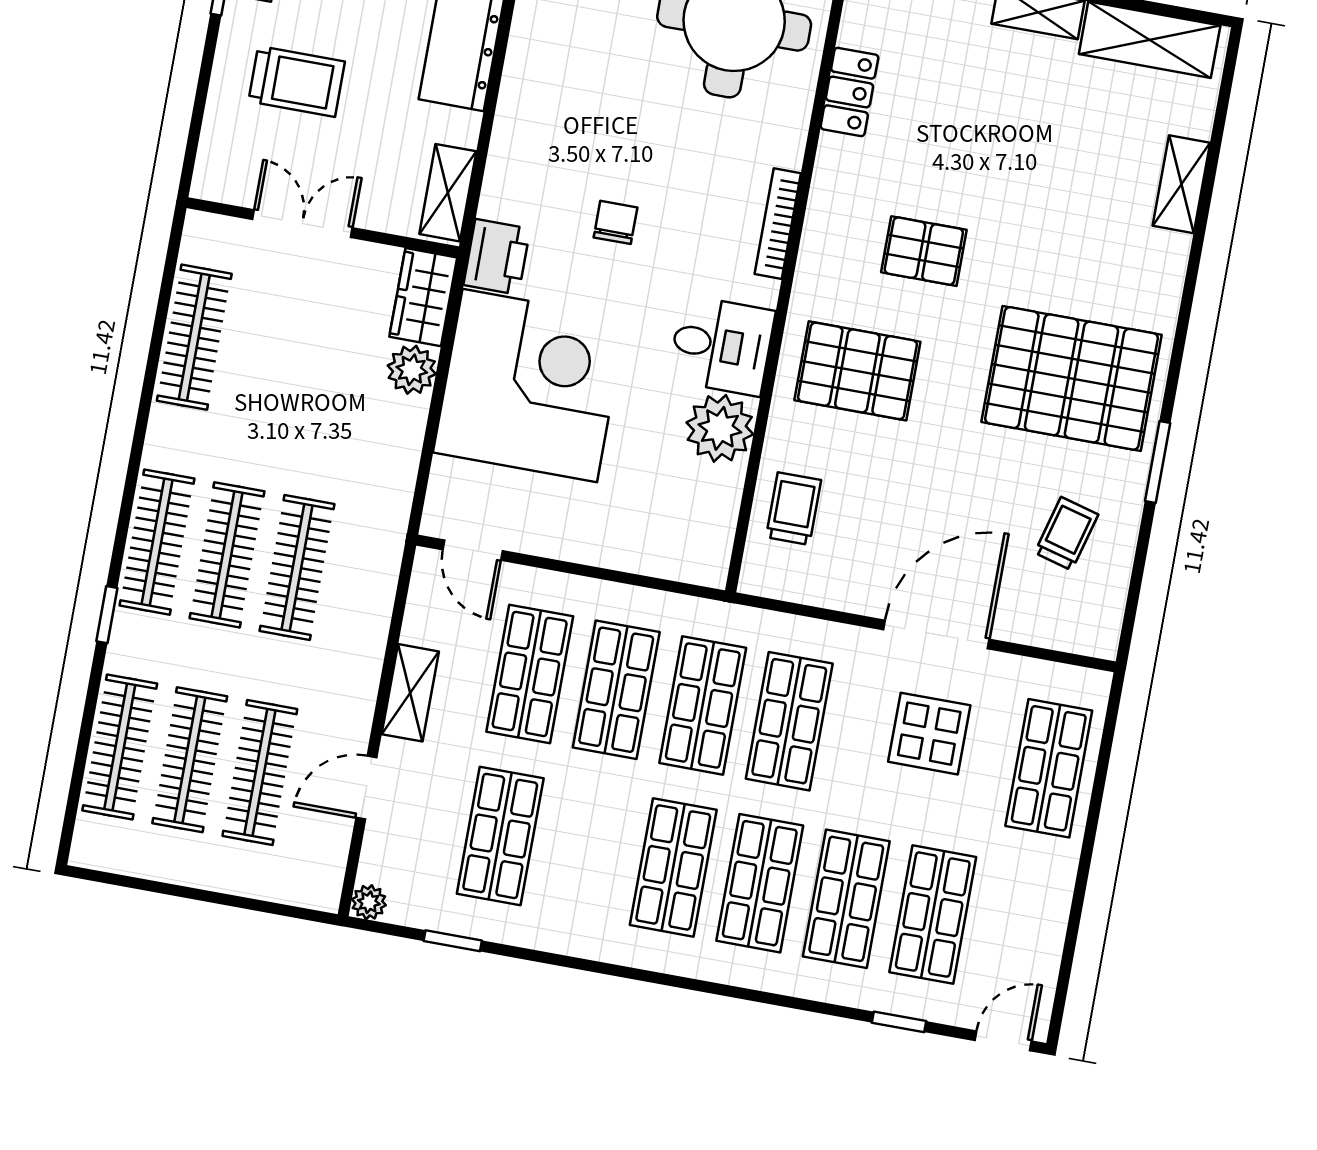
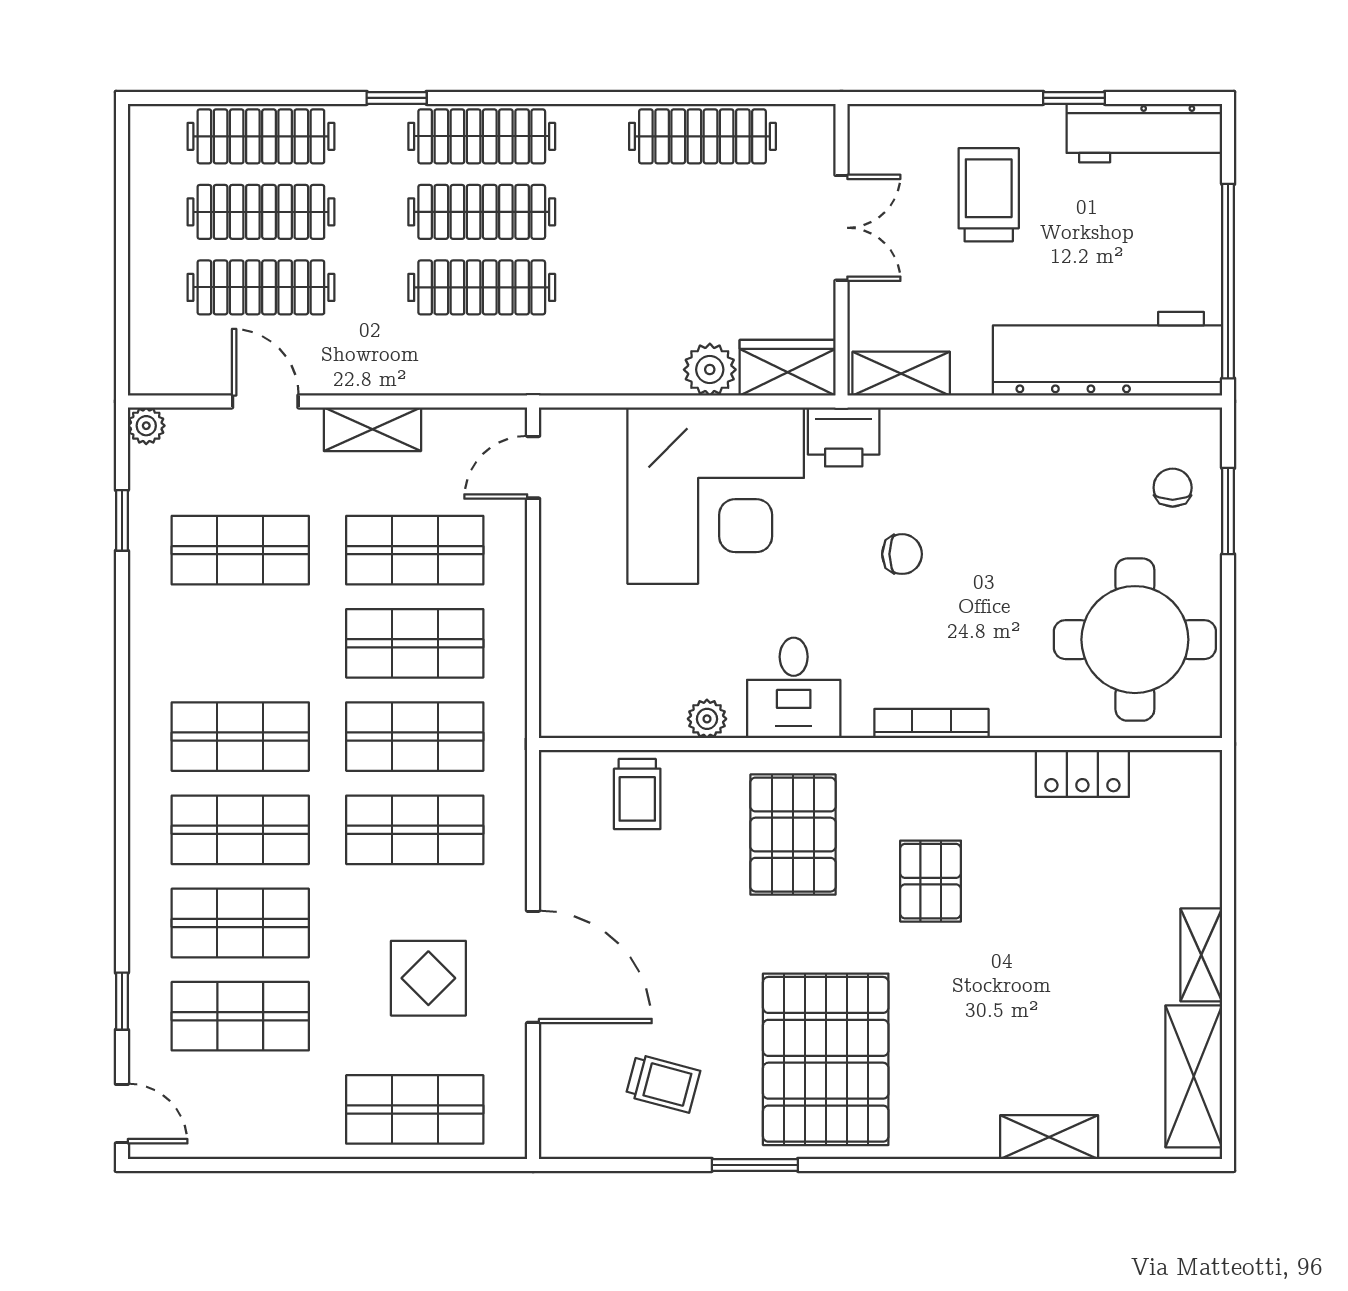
trolley: (297, 81) -> (989, 195), turned 180
plant: (720, 428) -> (707, 719), width x0.53, depth x0.53
trolley: (794, 509) -> (637, 794), turned 90

